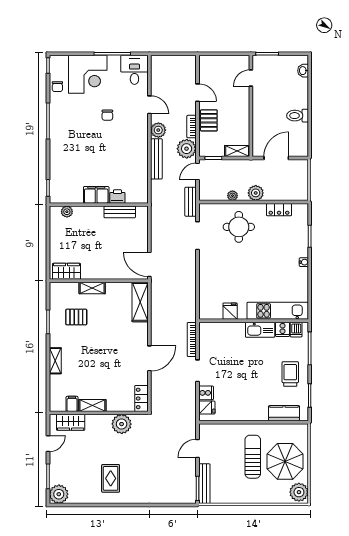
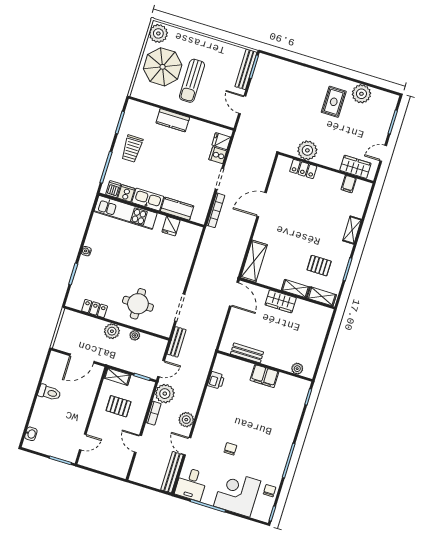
pallet: (209, 120) -> (119, 406), moved, turned 90
bench: (156, 159) -> (172, 472), moved
printer: (117, 196) -> (216, 380), moved, turned -90
wardrobe: (66, 271) -> (281, 301), moved
kitchen counter: (229, 330) -> (177, 209), added
locker: (141, 398) -> (303, 169), moved, turned 90
shelving: (92, 405) -> (322, 296), moved
kitchen counter: (284, 413) -> (173, 120), moved
door: (197, 448) -> (242, 105), swing flipped
plant: (59, 494) -> (361, 94), moved

